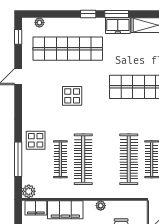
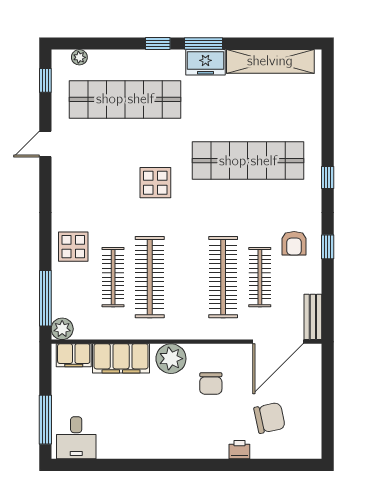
display table: (72, 96) -> (155, 183), moved
window: (18, 159) -> (45, 298), moved
plant: (101, 206) -> (171, 359), width x1.88, depth x1.88

